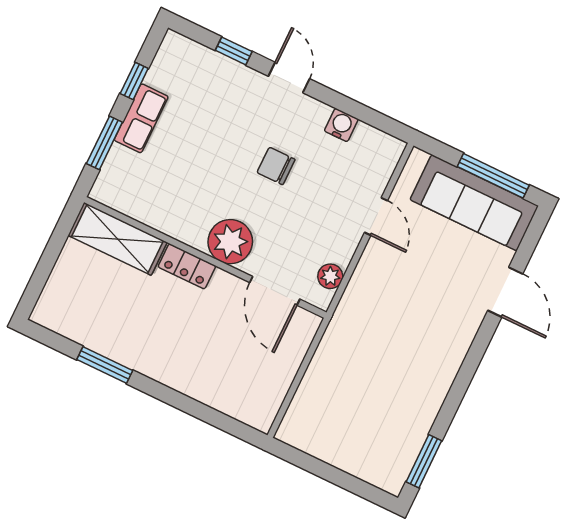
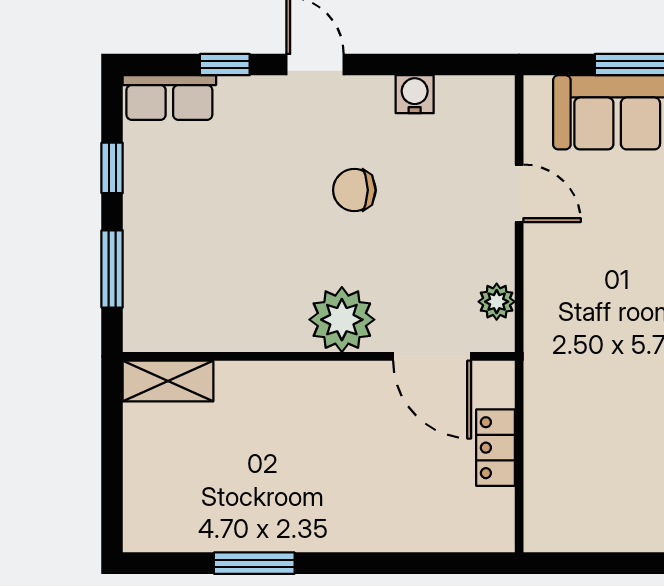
row of seats: (141, 118) -> (169, 98), moved, turned 90
shelving: (117, 239) -> (168, 381), width x0.67, depth x0.75
locker: (187, 266) -> (495, 448), moved, turned 90

